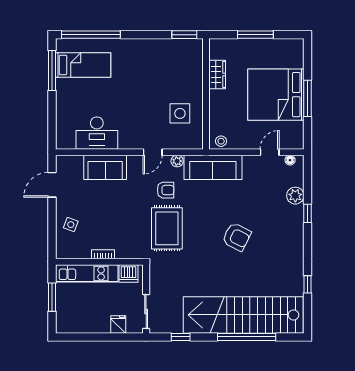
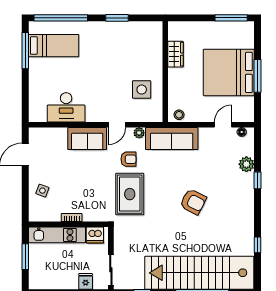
window: (184, 35) -> (117, 18), moved
window: (255, 35) -> (231, 18), moved
sofa: (105, 167) -> (87, 139), moved

